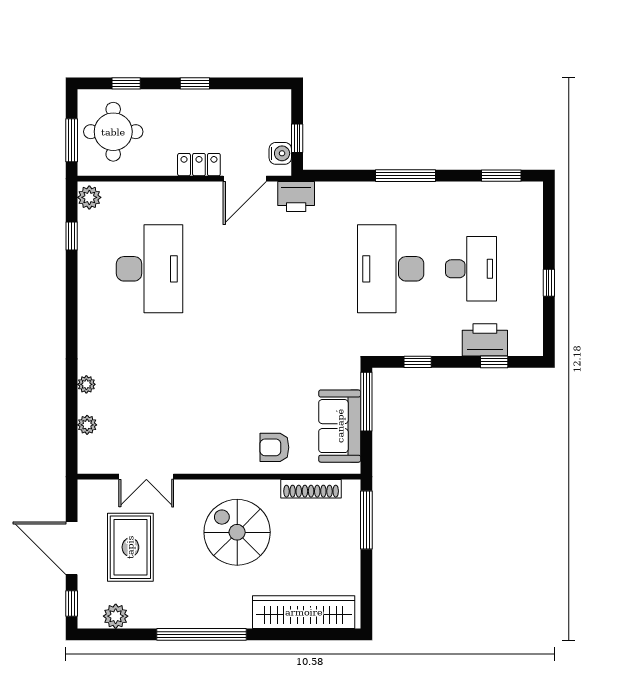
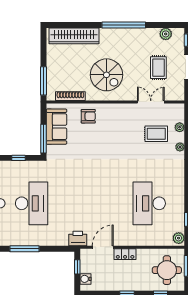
water cooler: (280, 153) -> (85, 279), moved
rug: (135, 411) -> (156, 134), added
rug: (130, 547) -> (158, 68), width x0.73, depth x0.70

